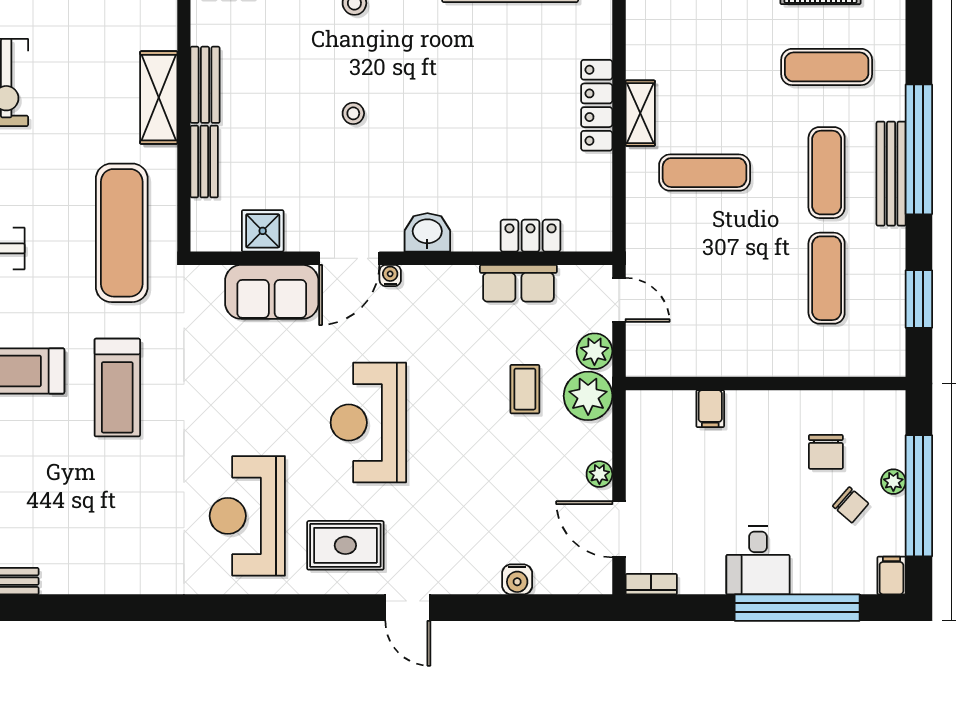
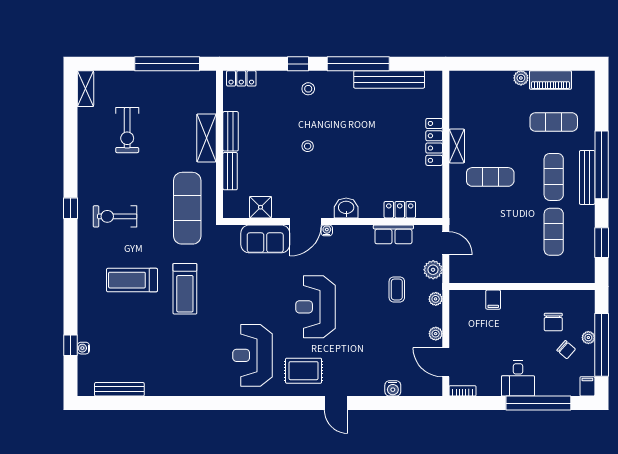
plant: (588, 396) -> (436, 299), width x0.53, depth x0.53

